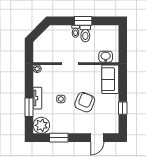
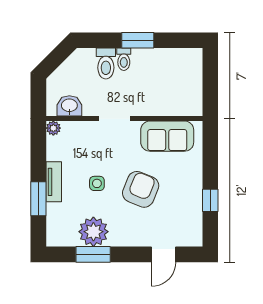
toilet: (85, 33) -> (106, 63), moved
washbasin: (106, 57) -> (69, 106), moved
sofa: (110, 79) -> (167, 136), moved, turned -90
plant: (41, 125) -> (93, 232), moved

